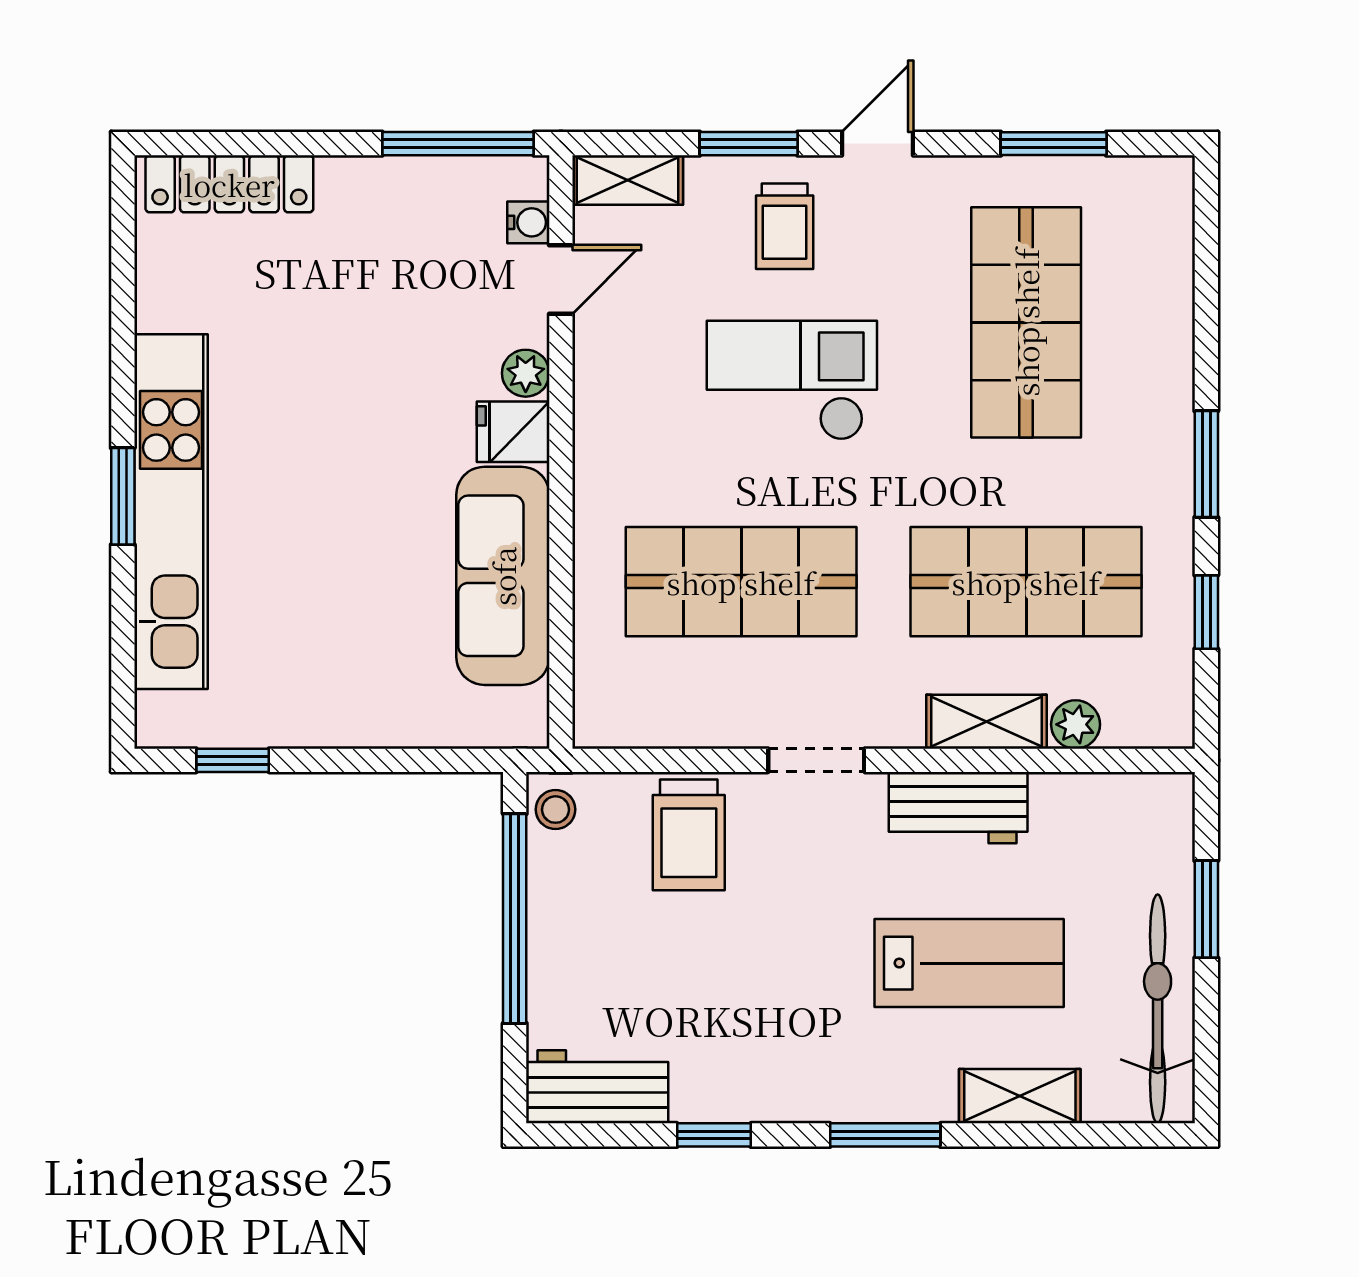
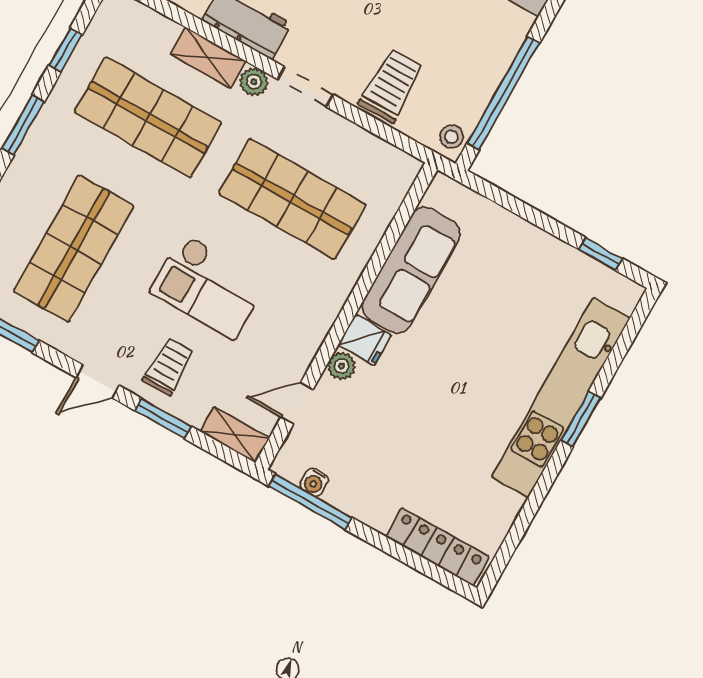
water cooler: (528, 222) -> (314, 482), moved, turned -90
plant: (1076, 724) -> (254, 82), moved

